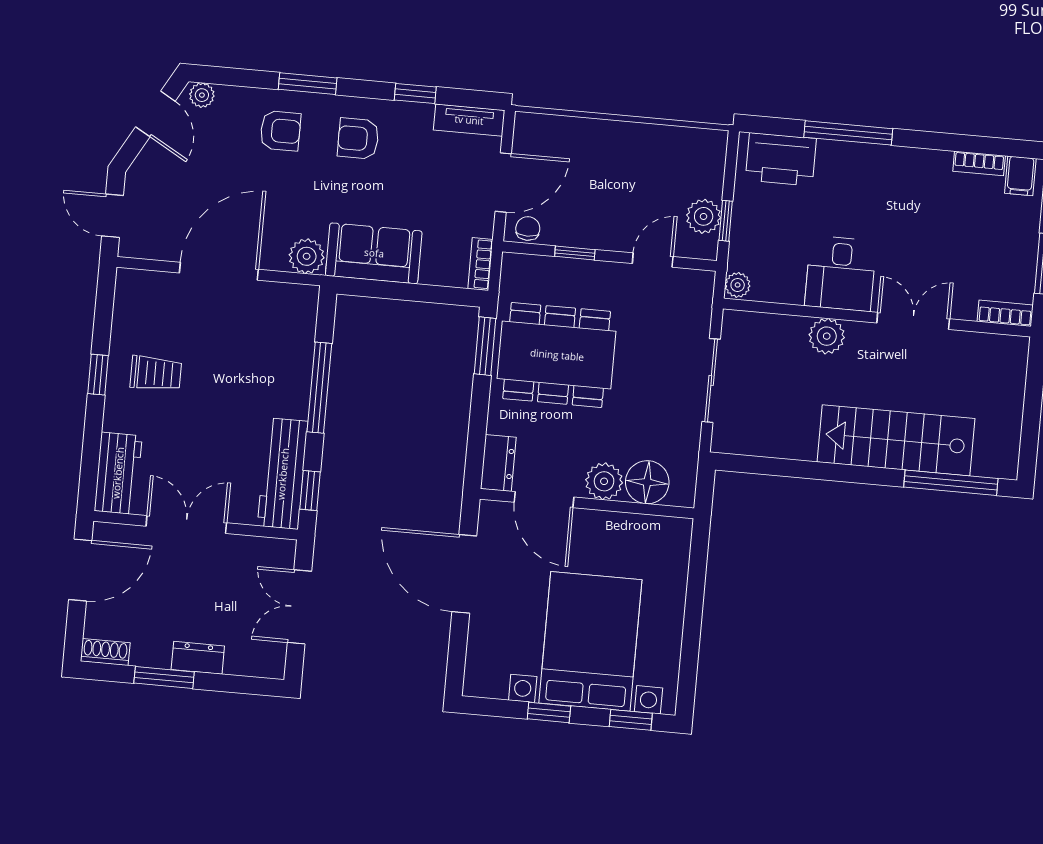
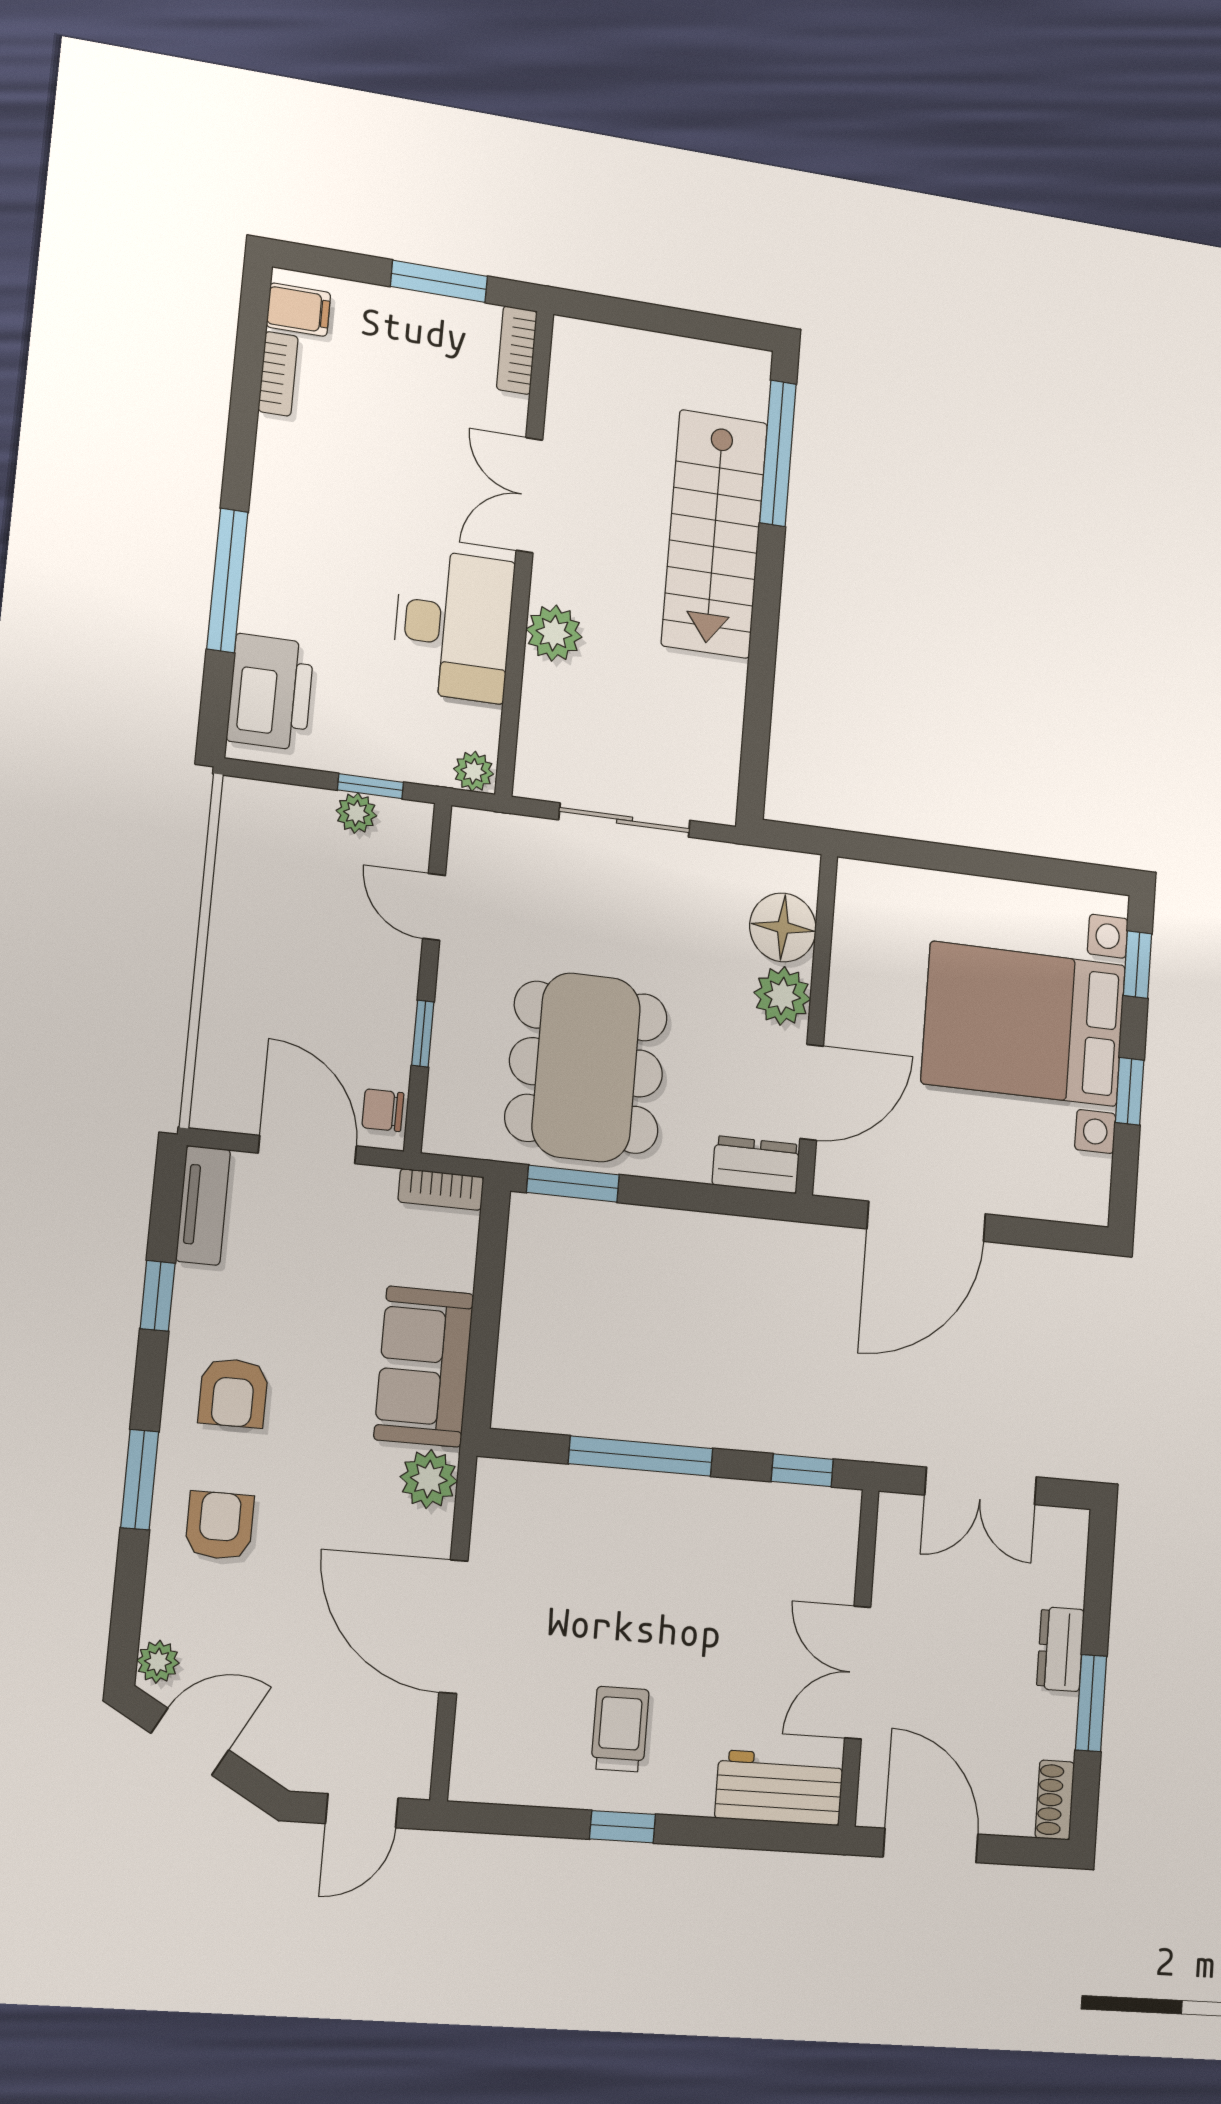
plant: (704, 216) -> (356, 813), width x0.73, depth x0.73
desk: (840, 274) -> (453, 625), width x1.37
workbench: (283, 474) -> (776, 1515), removed

